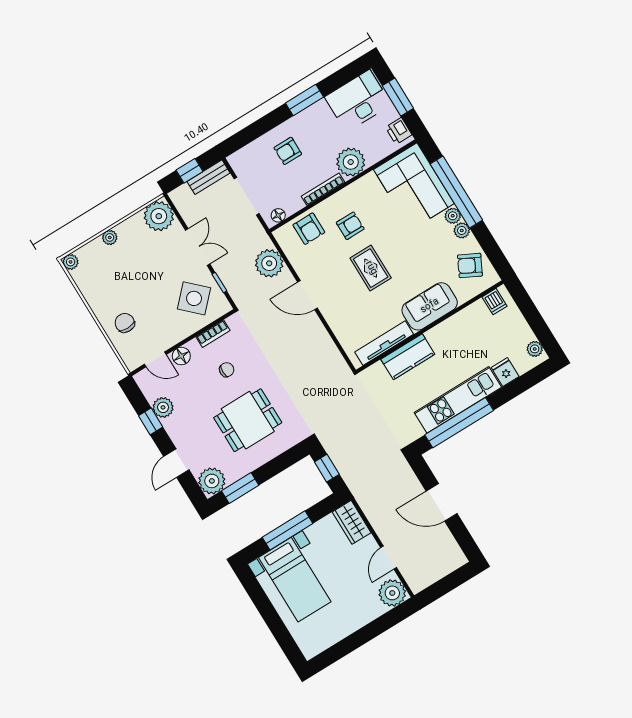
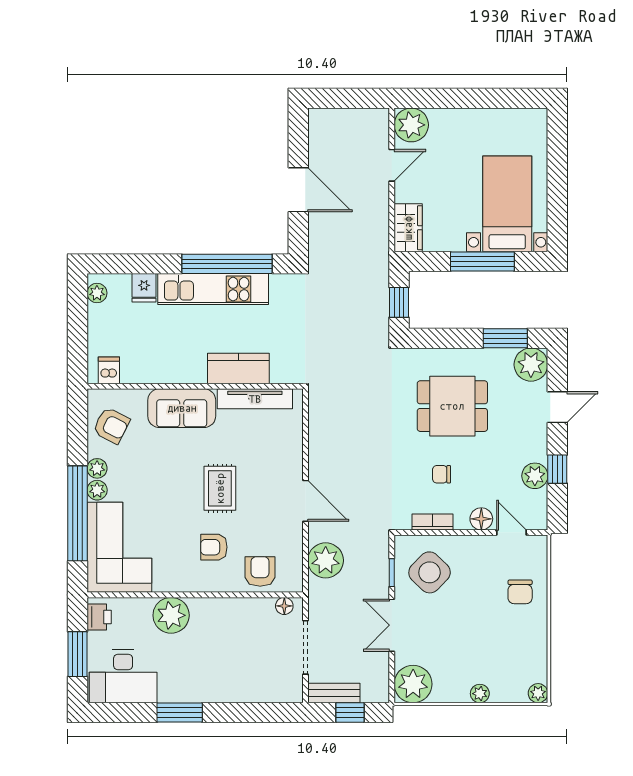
armchair: (288, 151) -> (231, 669), removed
bookcase: (323, 189) -> (219, 604), removed

